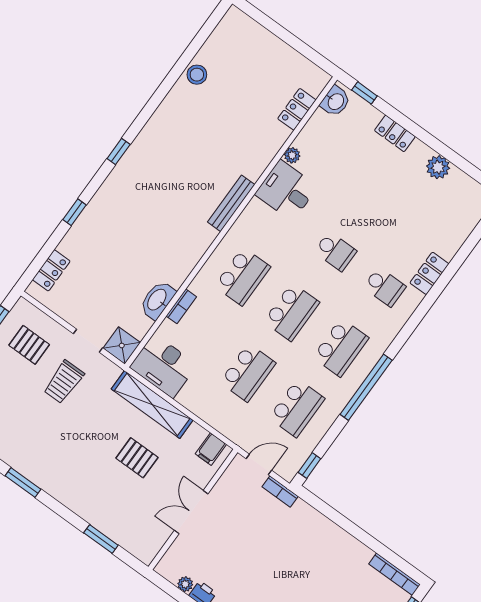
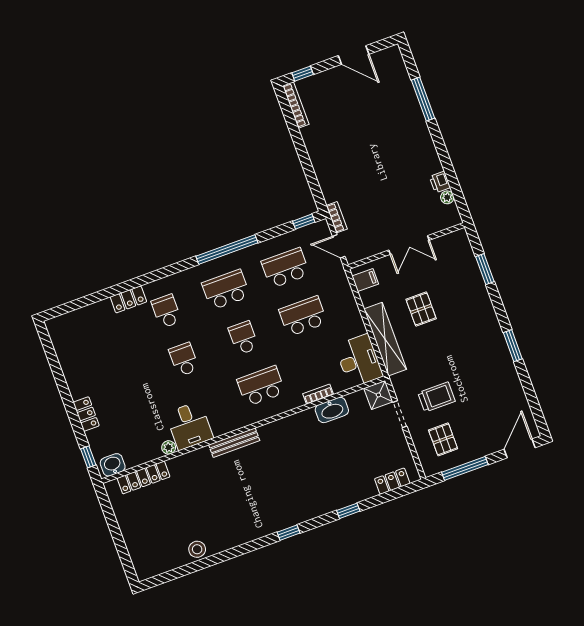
locker: (297, 109) -> (143, 477), width x1.53
plant: (438, 167) -> (72, 370), removed
school desk: (292, 312) -> (243, 338), width x0.54

